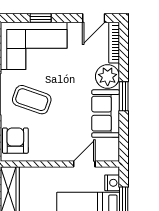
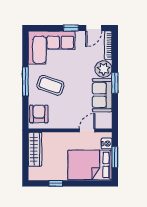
window: (41, 18) -> (71, 28), moved

